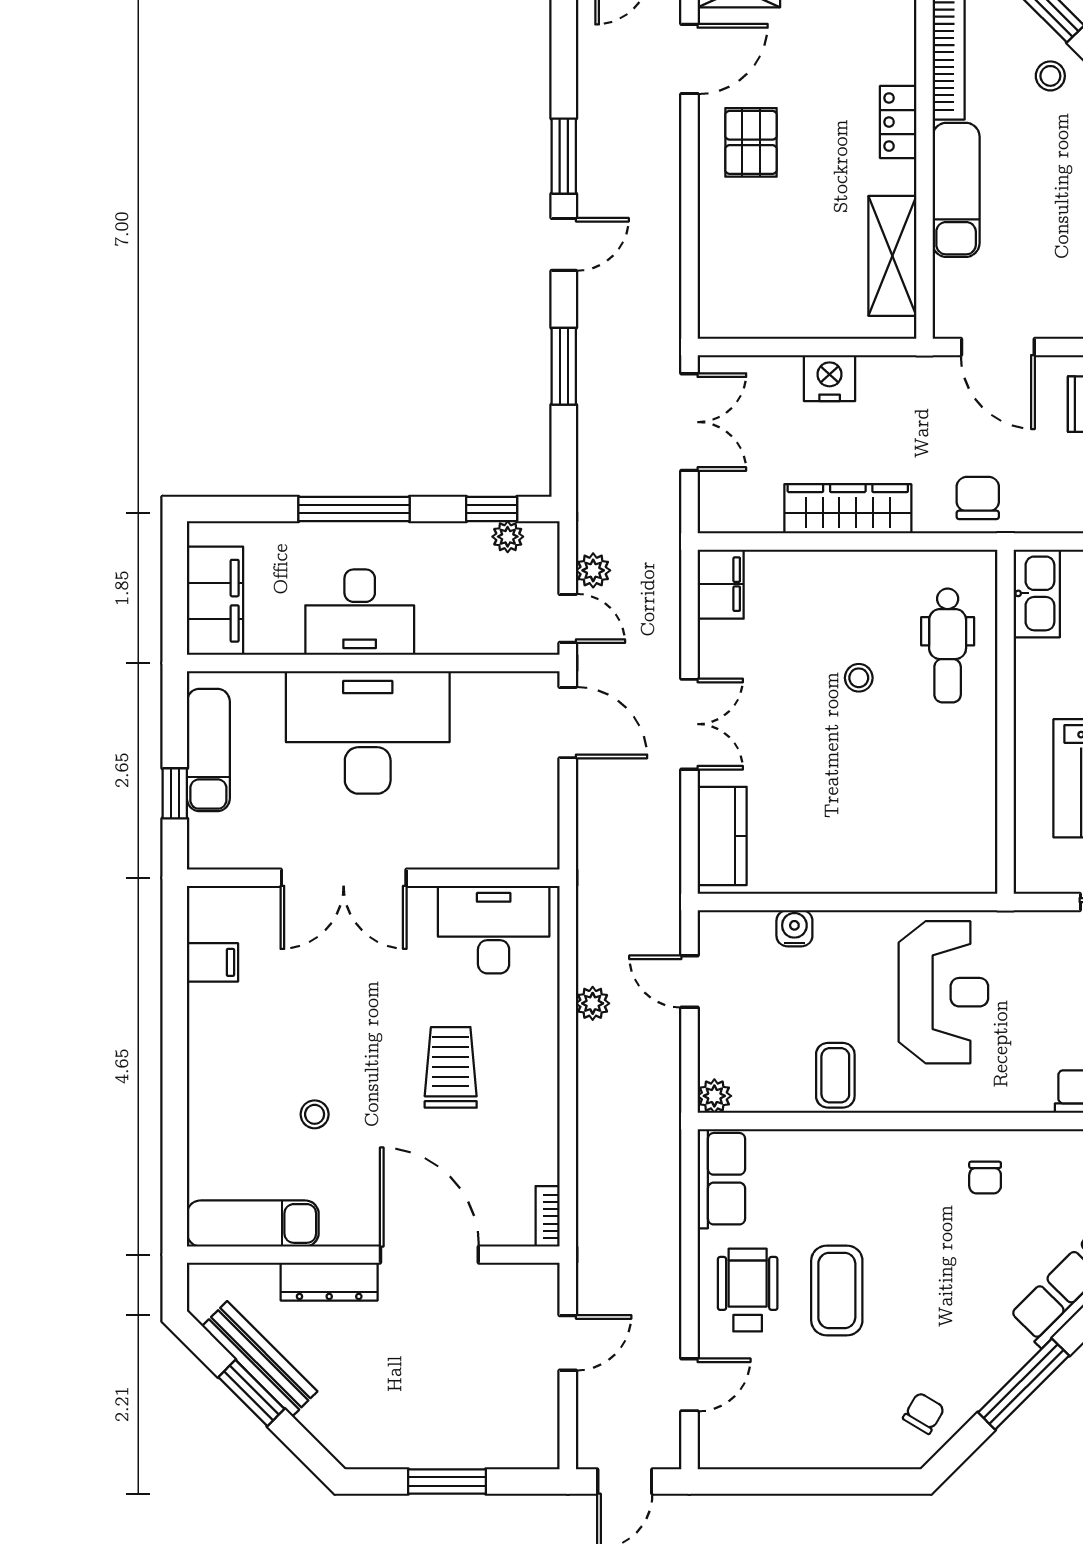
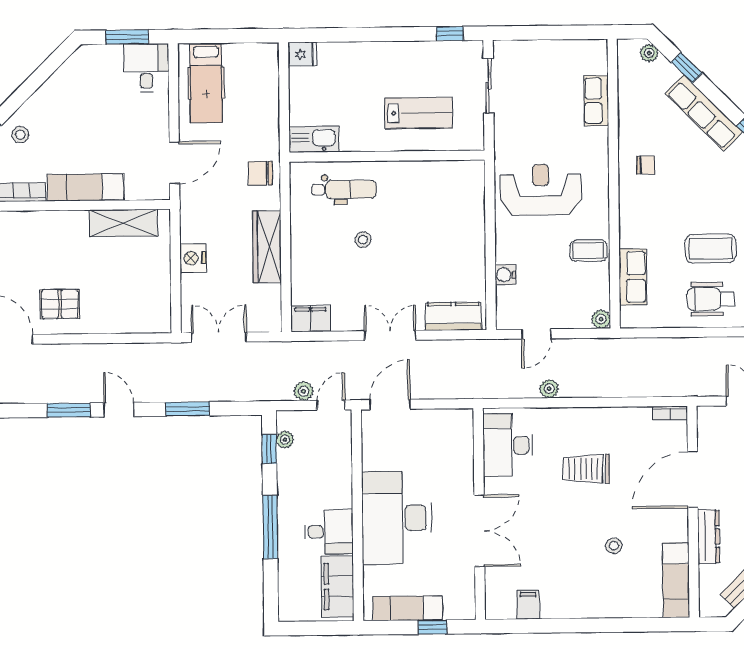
locker: (898, 122) -> (47, 221), removed
filing cabinet: (215, 601) -> (338, 587), moved, turned -90
desk: (360, 612) -> (329, 532), width x0.73
row of seats: (721, 1179) -> (633, 277), moved, turned 90

